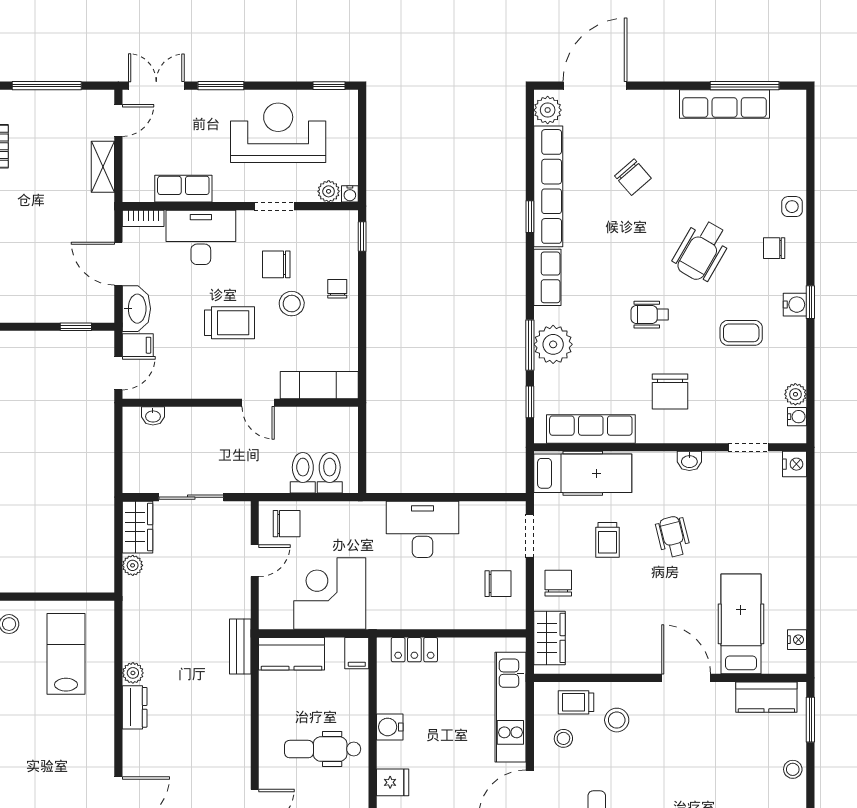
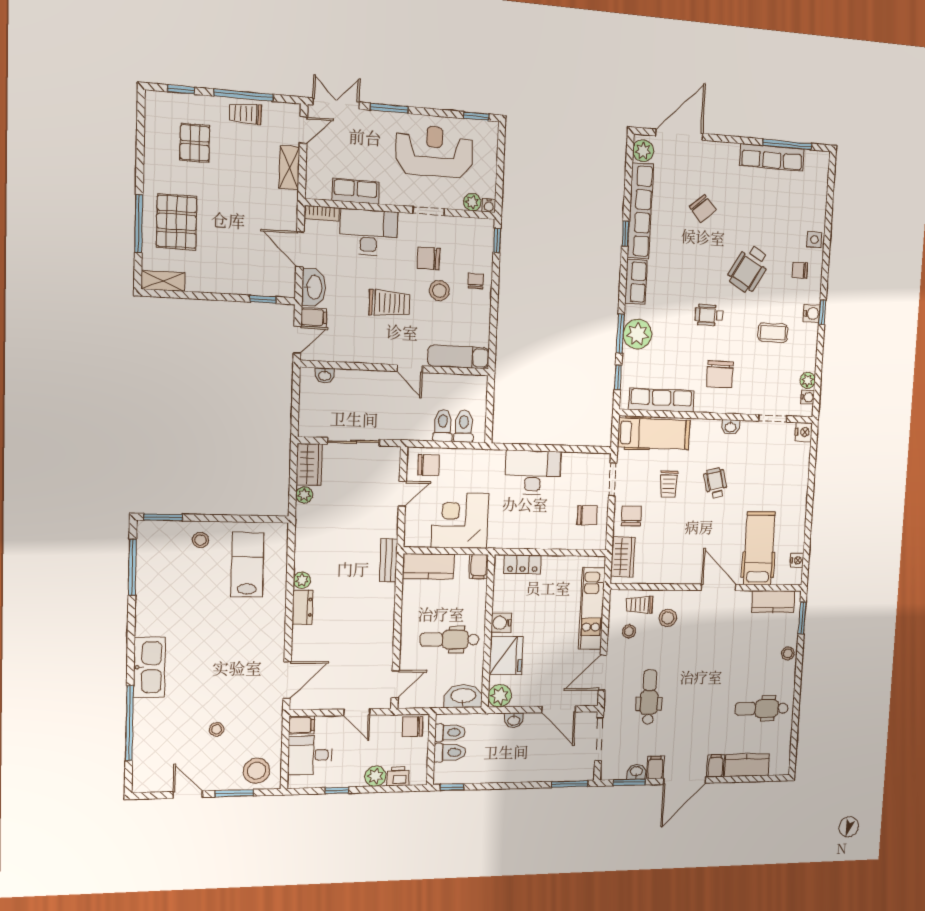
trolley: (50, 107) -> (245, 113), added
fridge: (393, 782) -> (506, 656), width x1.88, depth x1.34

